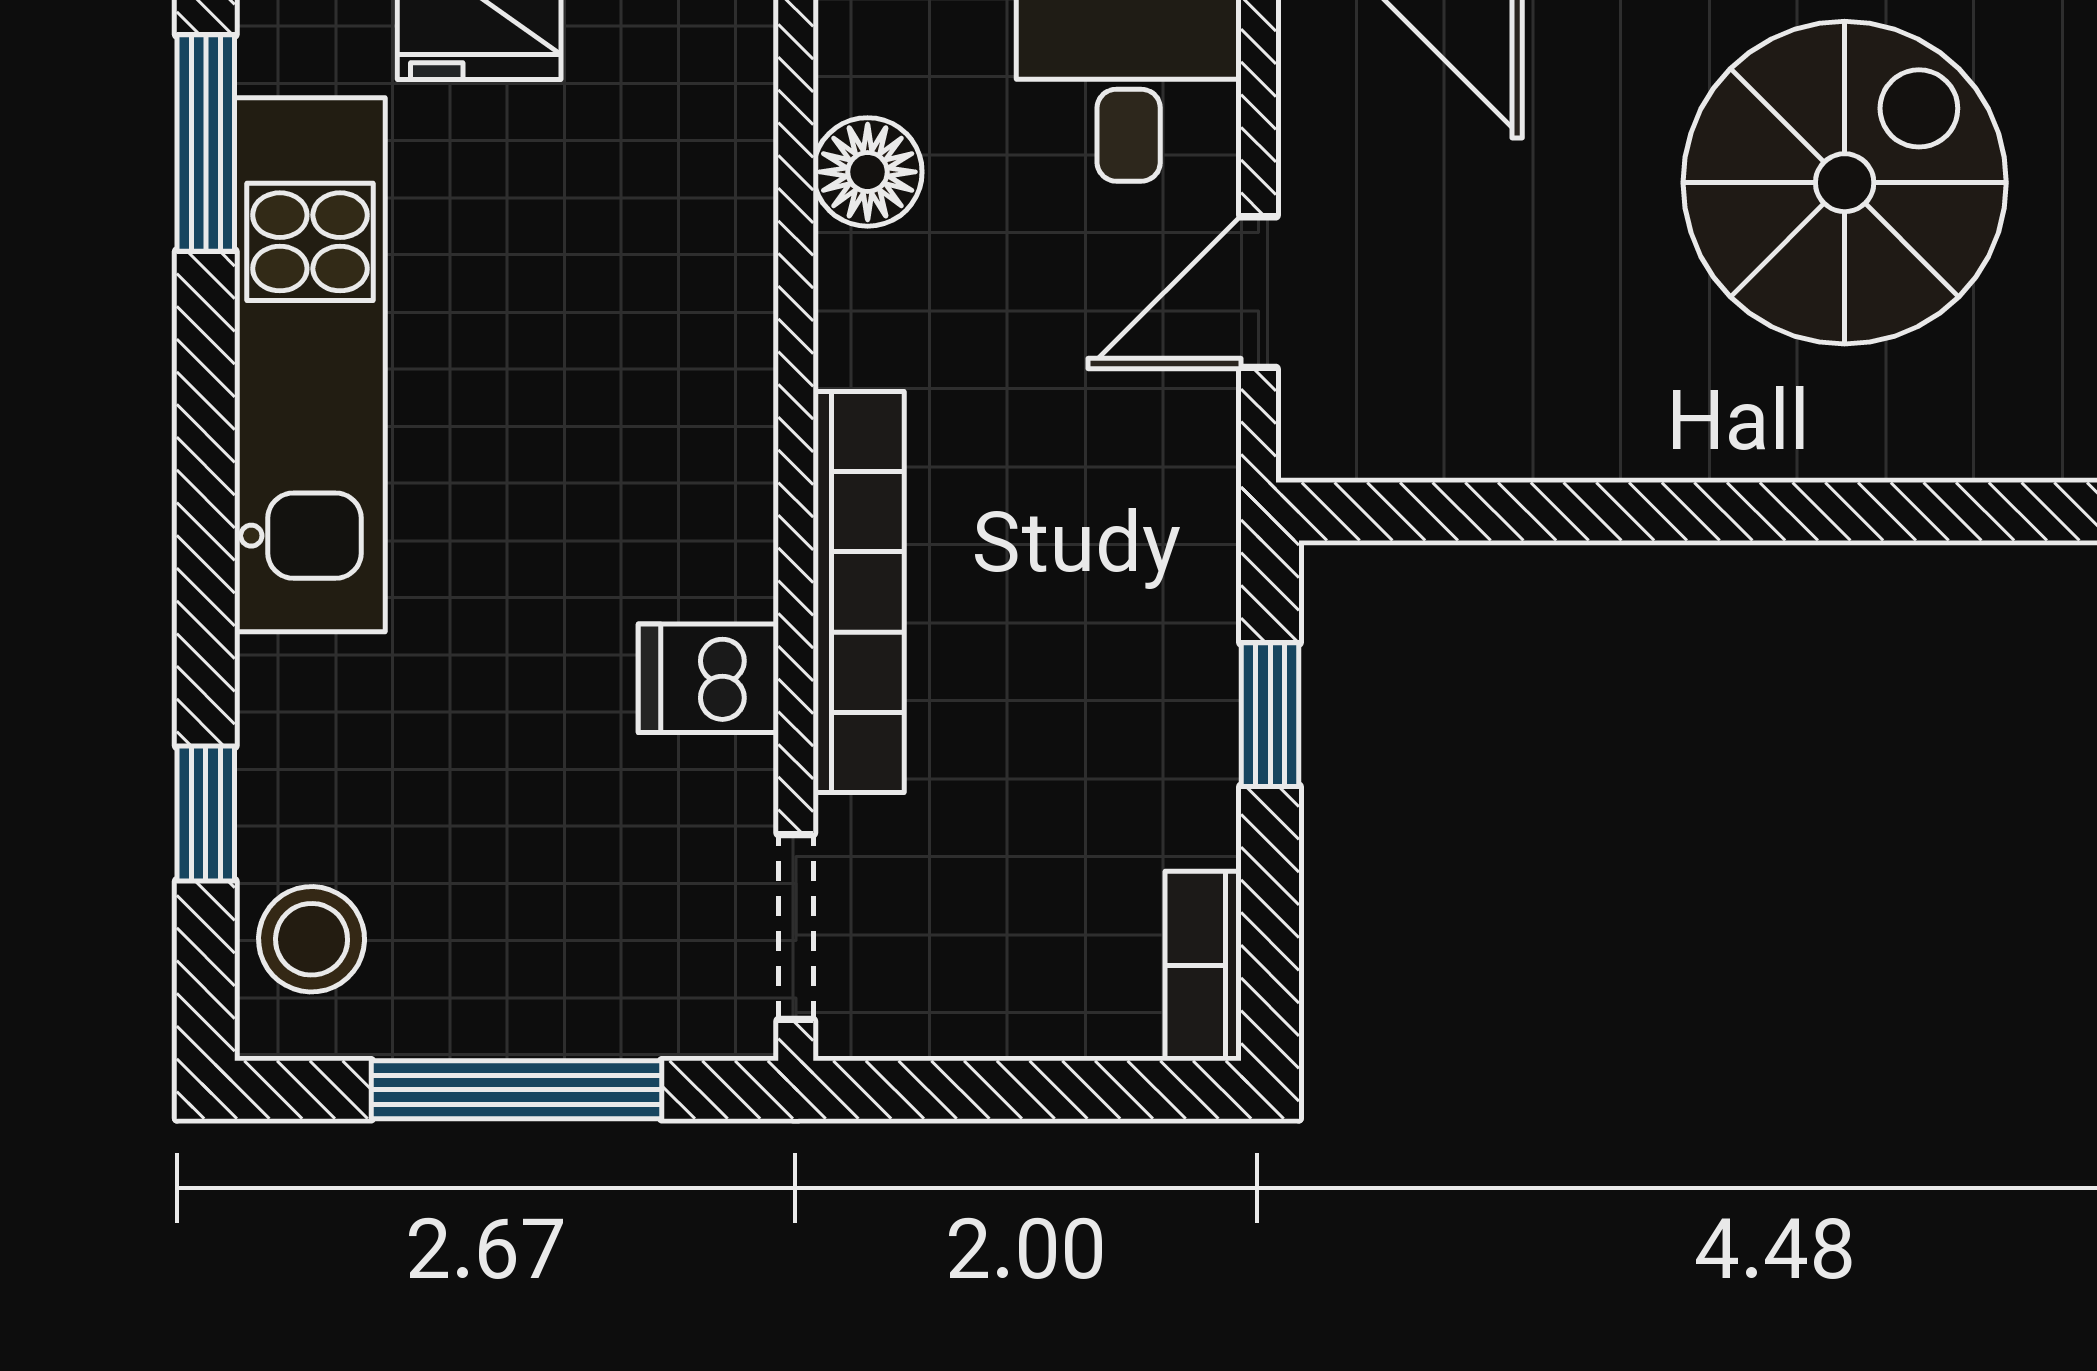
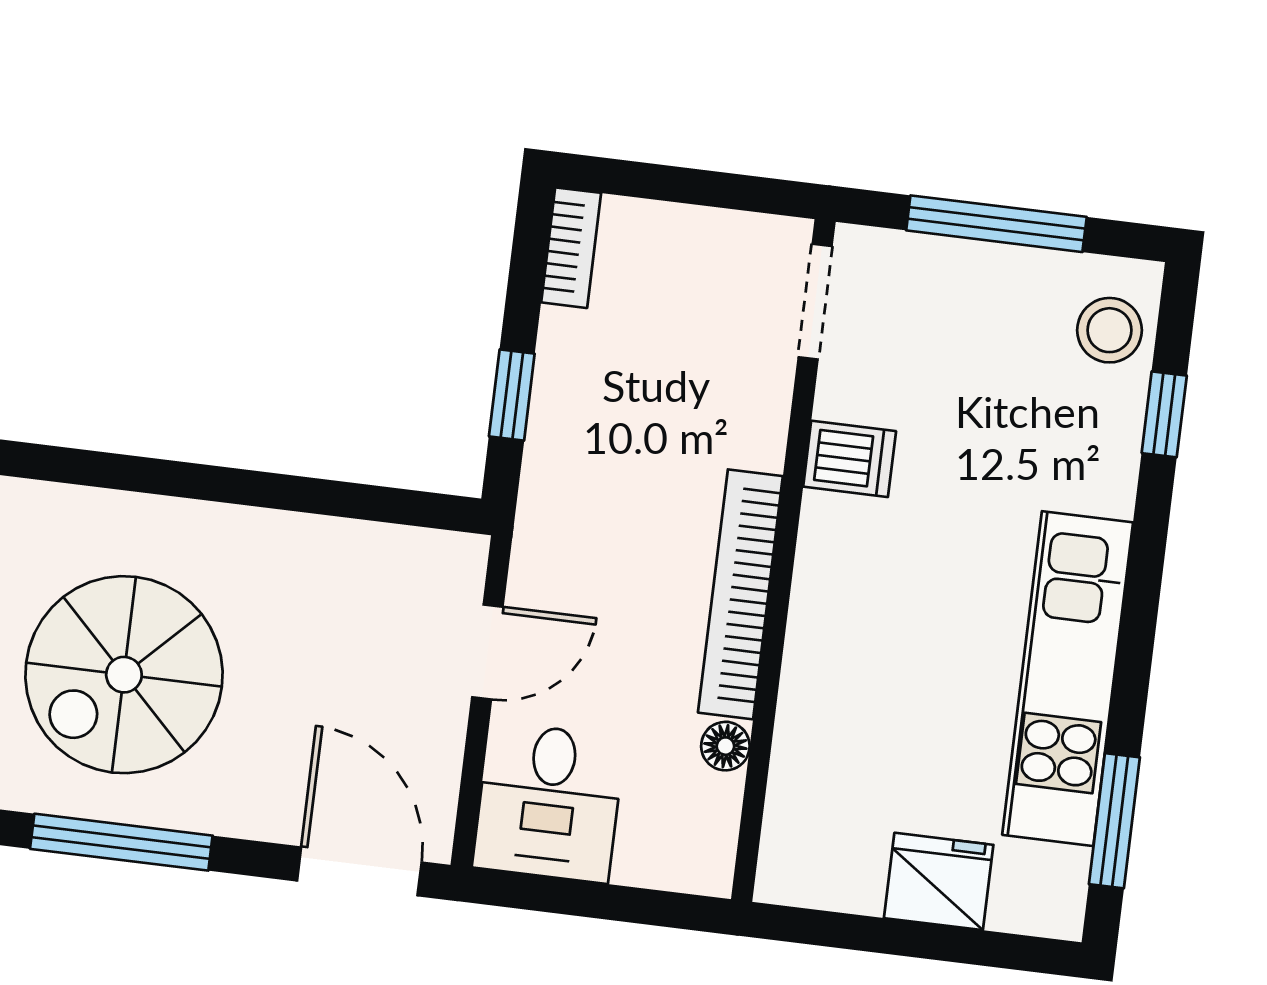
floor lamp: (868, 172) -> (725, 746), width x0.73, depth x0.73
bookcase: (859, 592) -> (740, 594), moved

